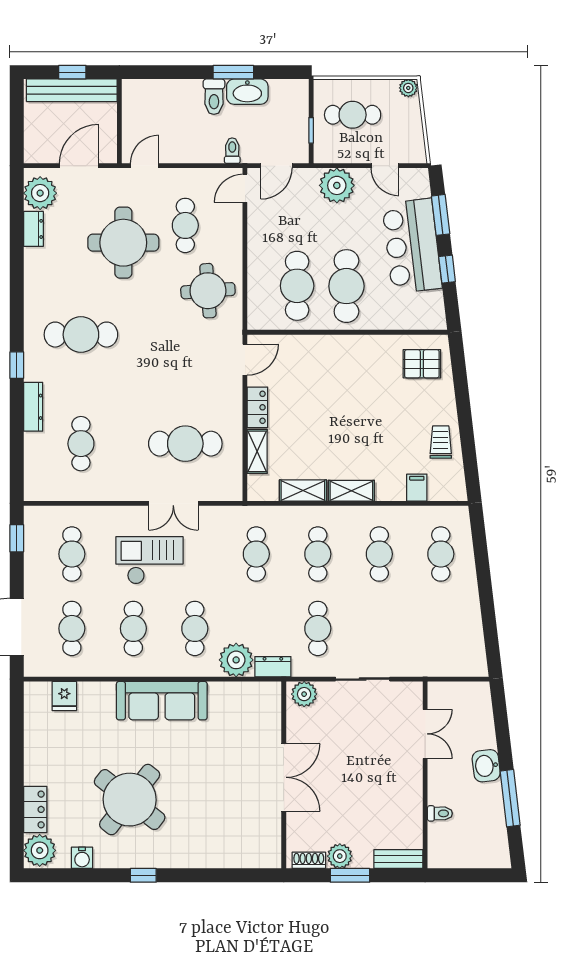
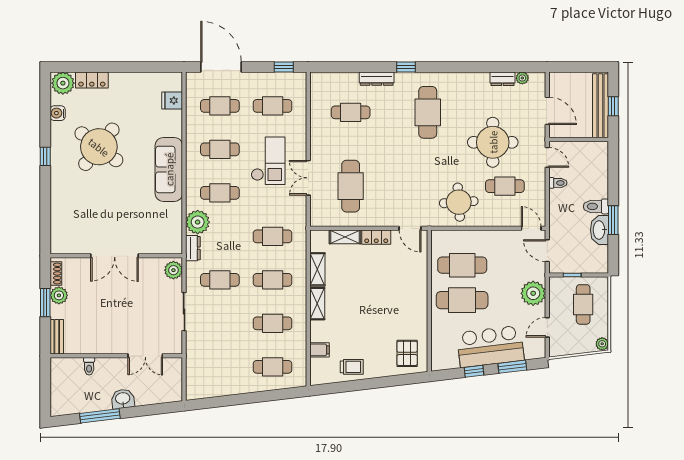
toilet: (232, 151) -> (558, 183), moved
plant: (40, 193) -> (522, 78), width x0.53, depth x0.53

